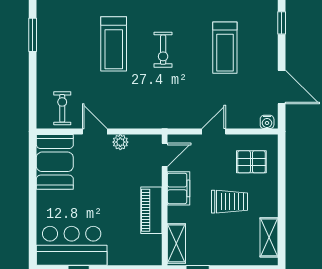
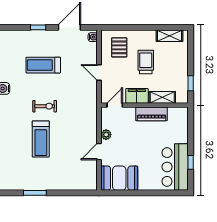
window: (282, 23) -> (38, 27), moved
treadmill: (114, 44) -> (41, 139), turned 90
treadmill: (225, 48) -> (43, 65), turned 180
exercise bike: (62, 108) -> (84, 173), removed
door: (165, 155) -> (115, 105), hinge flipped
shelving: (176, 243) -> (162, 97), moved

